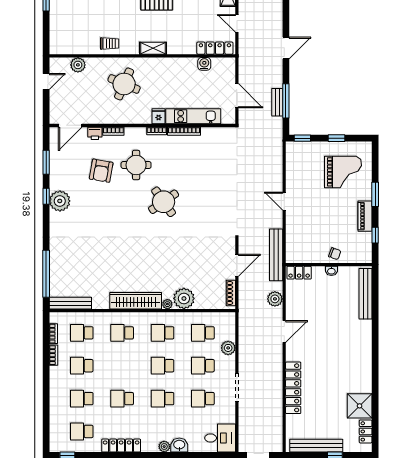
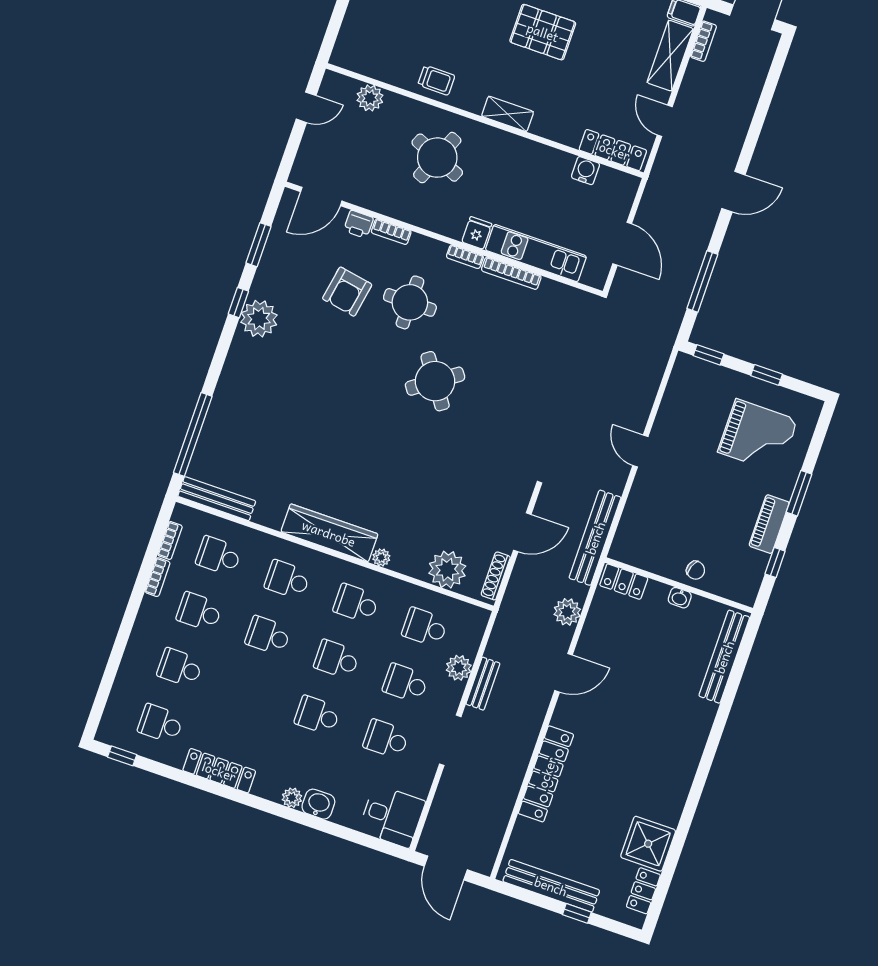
bench: (277, 102) -> (483, 684), moved
plant: (184, 298) -> (447, 570), moved
school desk: (122, 399) -> (268, 636), moved

